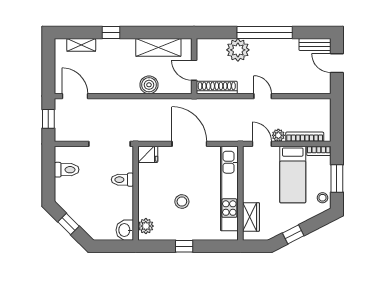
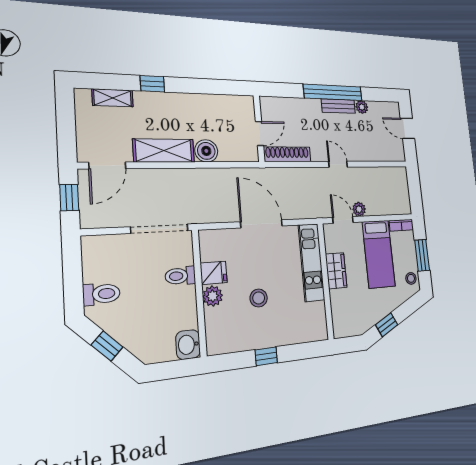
bench: (315, 45) -> (338, 106), moved
shelving: (158, 47) -> (164, 151), moved
plant: (238, 50) -> (362, 107), moved, width x0.53, depth x0.53
door: (194, 70) -> (259, 134), swing flipped
door: (75, 96) -> (107, 166), swing flipped
bookcase: (305, 137) -> (386, 210), removed
fridge: (148, 154) -> (214, 273), moved
toilet: (67, 170) -> (101, 294), moved
kitchen unit: (229, 189) -> (311, 262), width x0.73
wardrobe: (251, 217) -> (336, 271), moved
plant: (146, 226) -> (213, 296), moved

